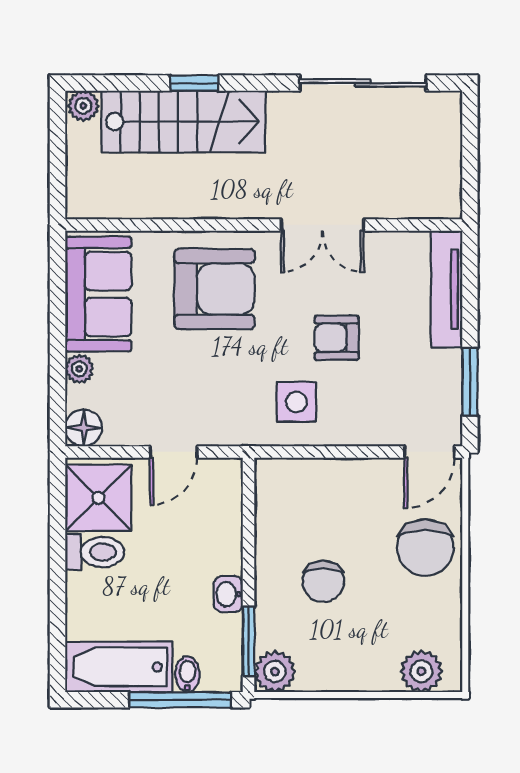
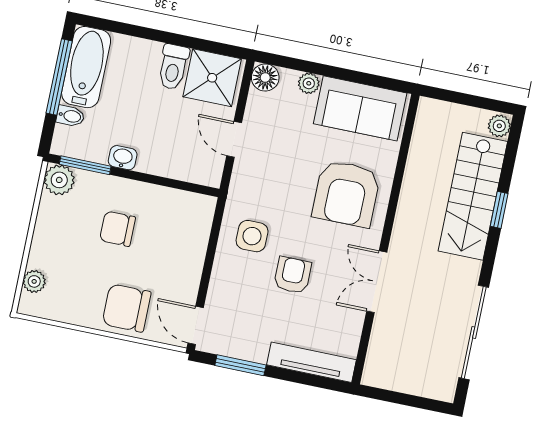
plant: (421, 671) -> (34, 281), width x0.73, depth x0.73
window: (180, 700) -> (59, 77), moved

